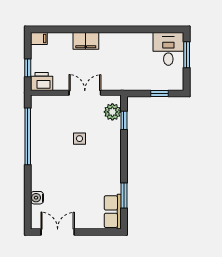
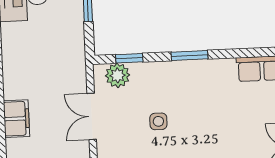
window: (124, 195) -> (189, 56), moved

